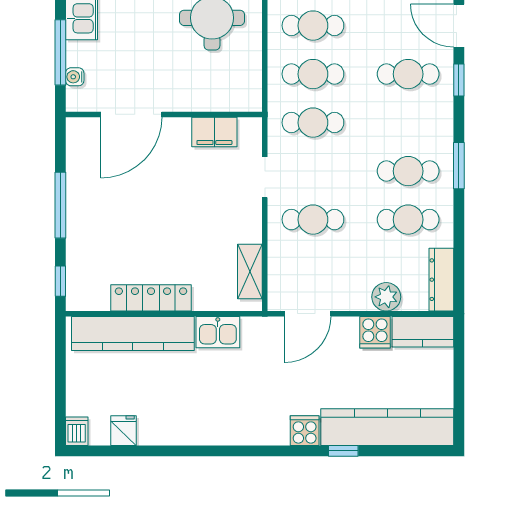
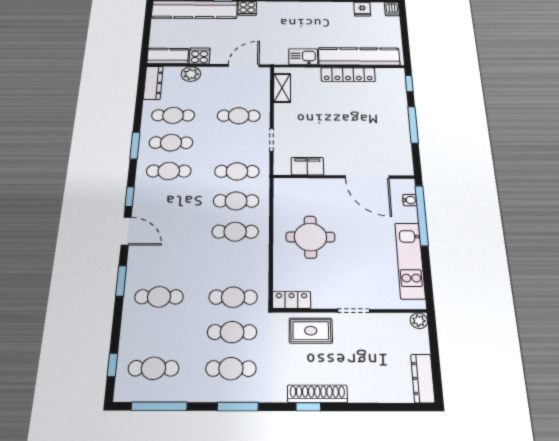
window: (60, 52) -> (422, 215), width x1.46
cafe table: (408, 74) -> (169, 171), moved
door: (131, 114) -> (367, 177), swing flipped

